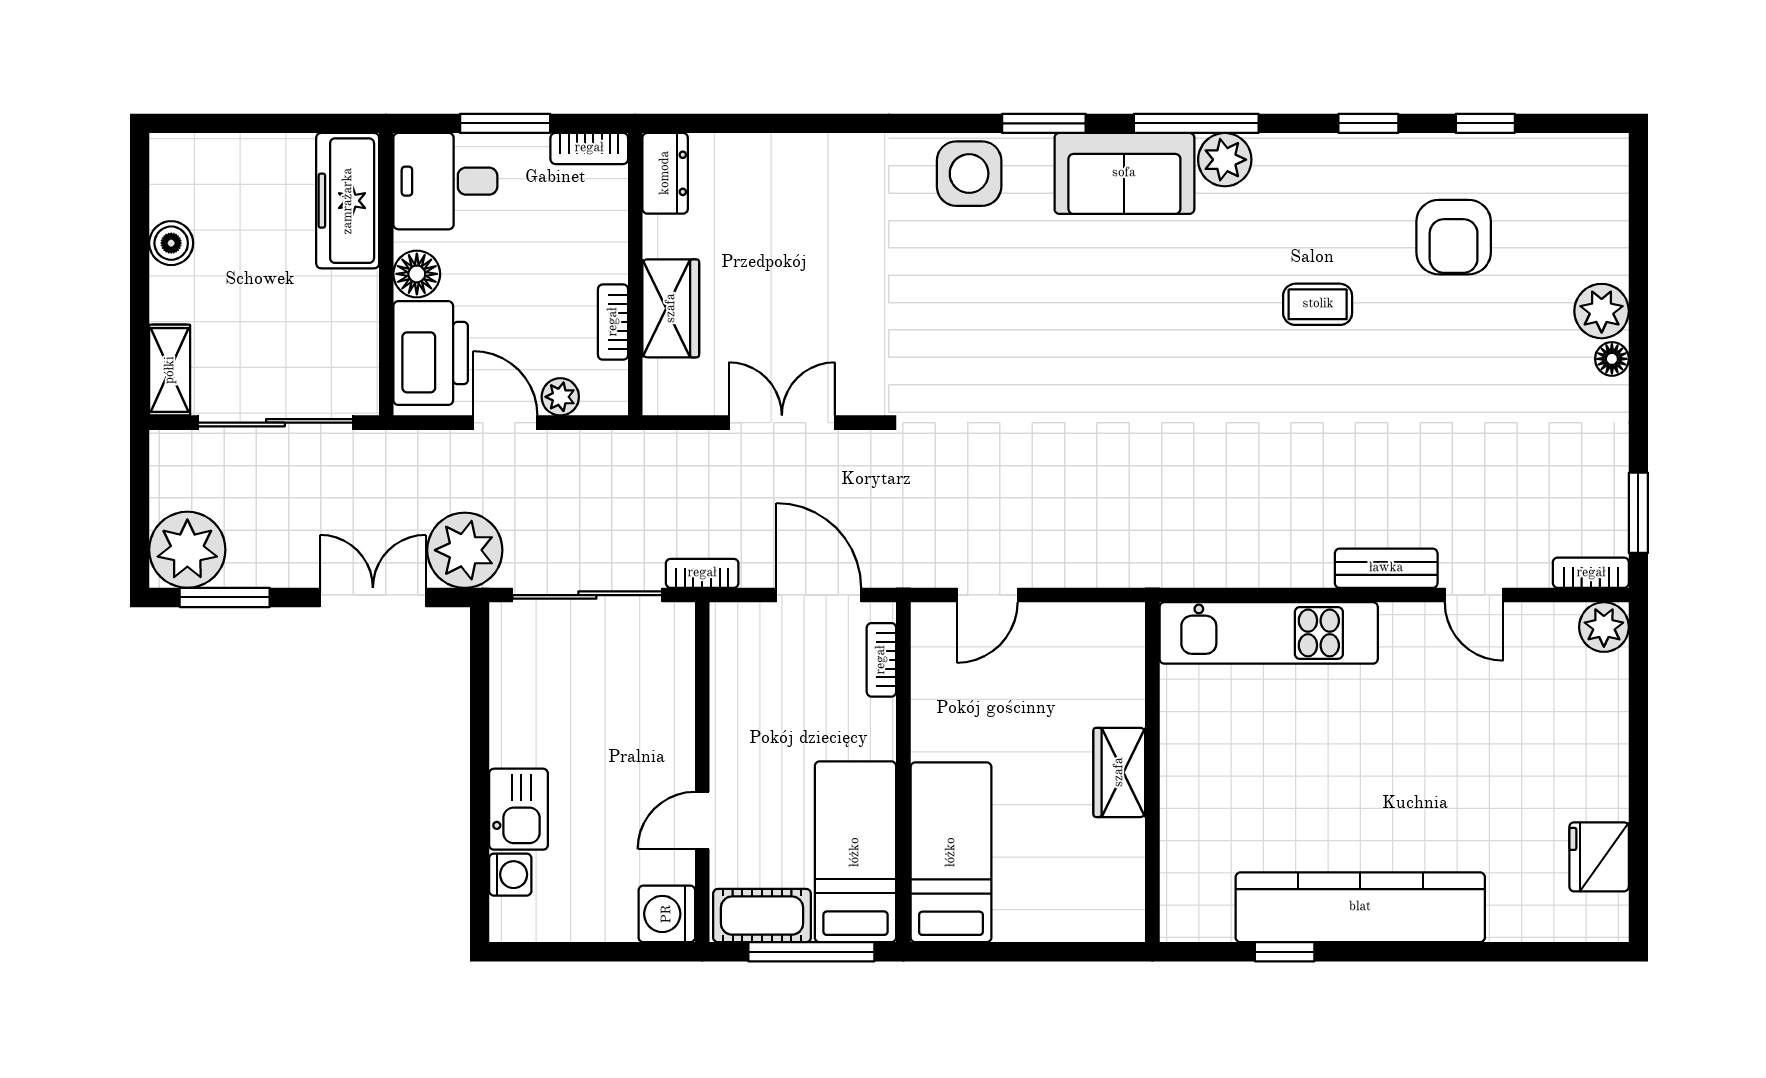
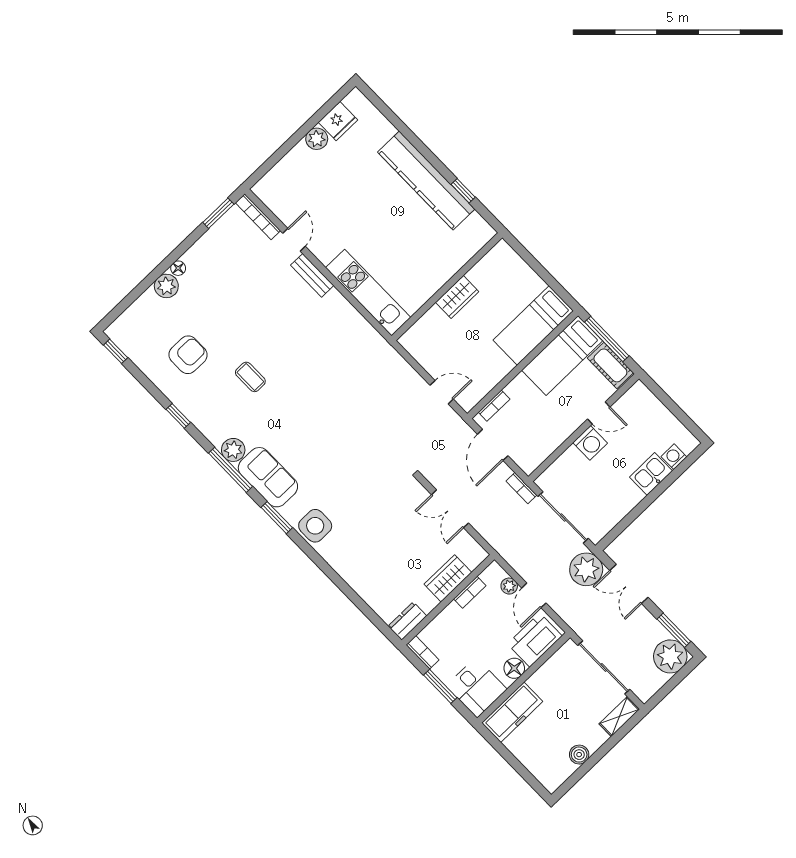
window: (1485, 123) -> (116, 351), moved
bookcase: (1591, 573) -> (258, 217), width x1.56
plant: (1604, 627) -> (317, 139), moved
washing machine: (667, 914) -> (590, 443), moved

